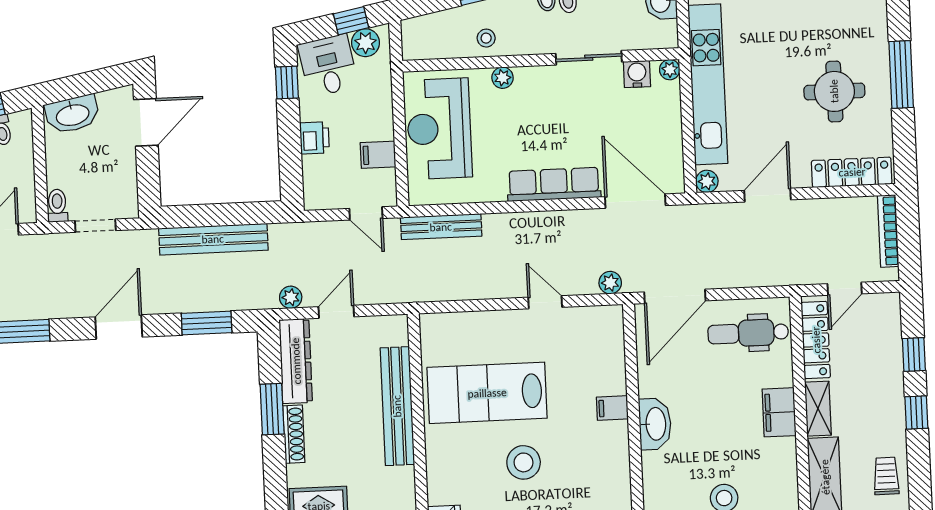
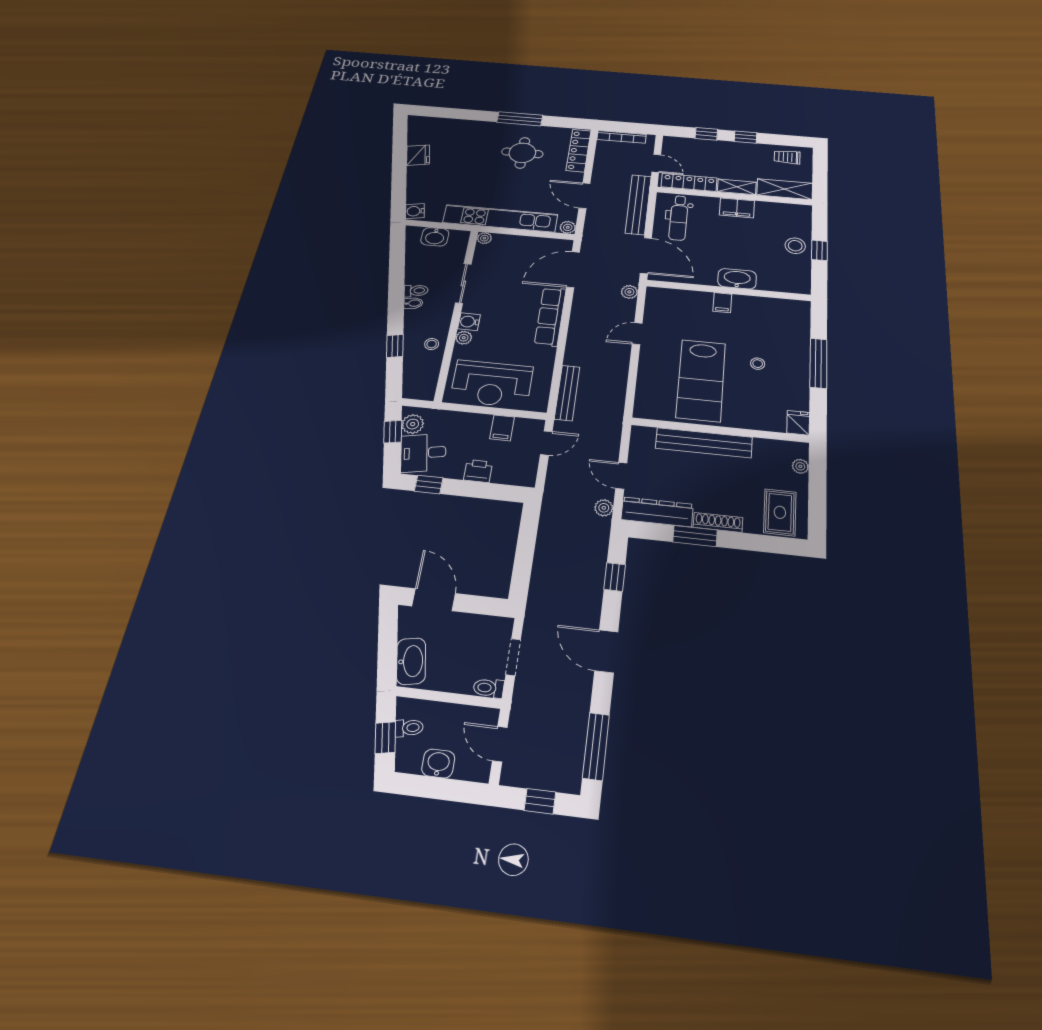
water cooler: (637, 74) -> (469, 322), moved
bench: (213, 239) -> (638, 205), moved
window: (207, 323) -> (615, 577), width x0.67
stool: (524, 462) -> (758, 364), width x0.53, depth x0.53

